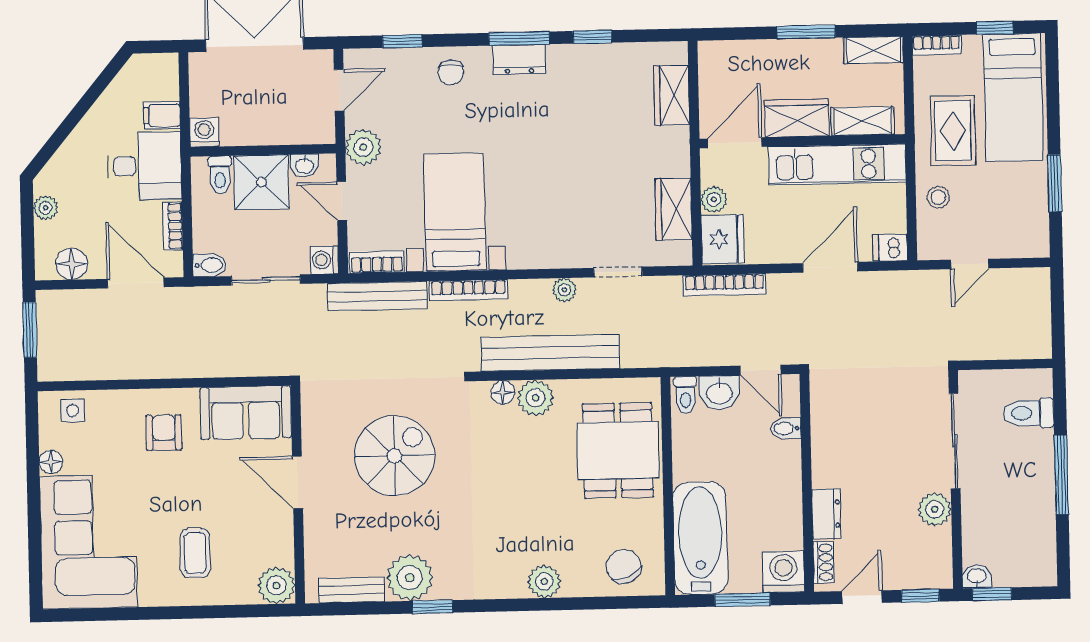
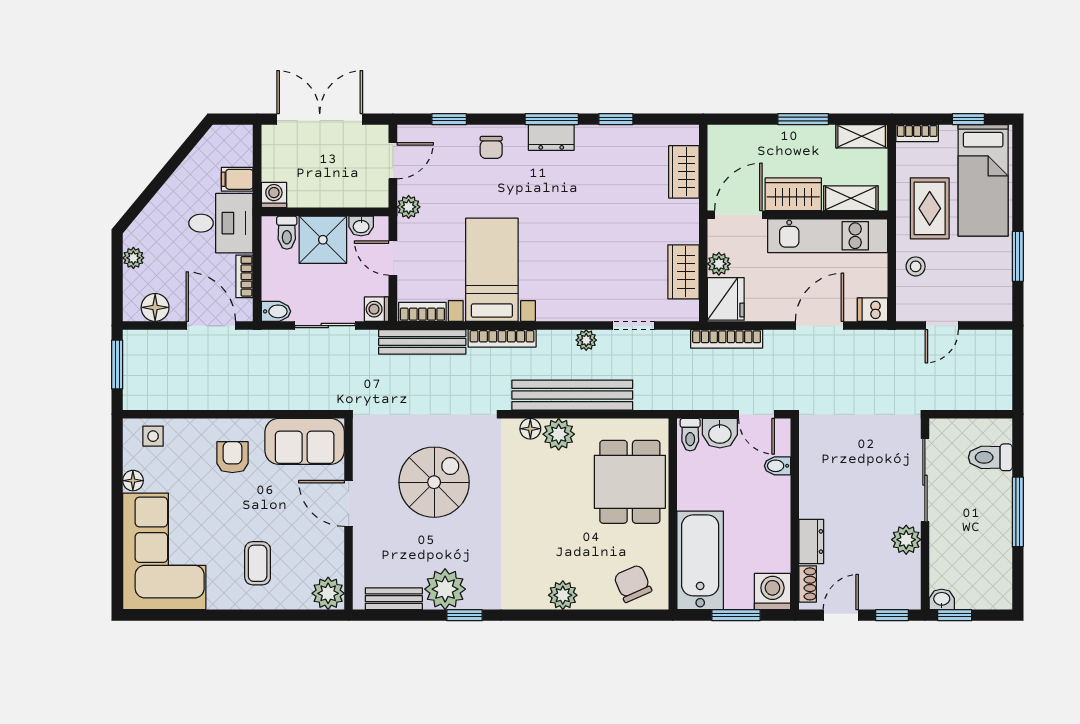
plant: (363, 147) -> (409, 207), width x0.73, depth x0.73

